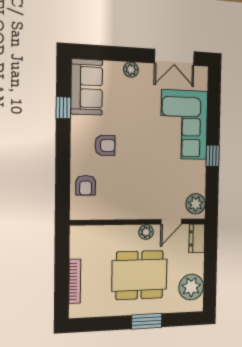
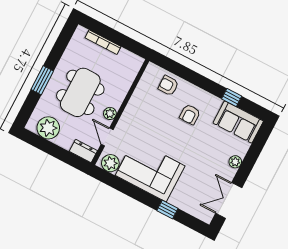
corner sofa: (184, 125) -> (150, 171), moved
window: (213, 156) -> (167, 210), moved

